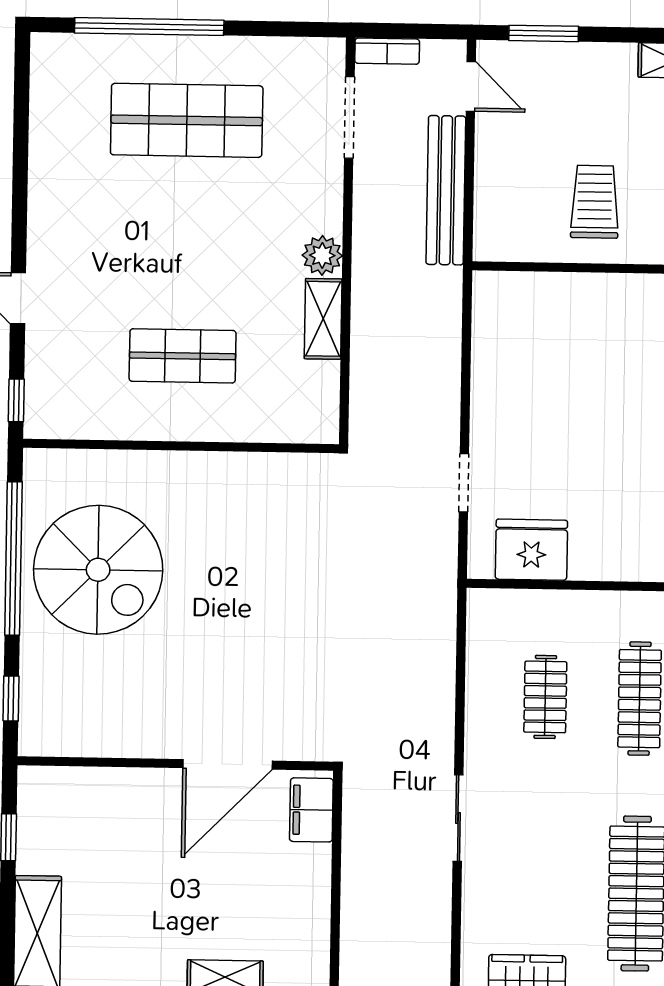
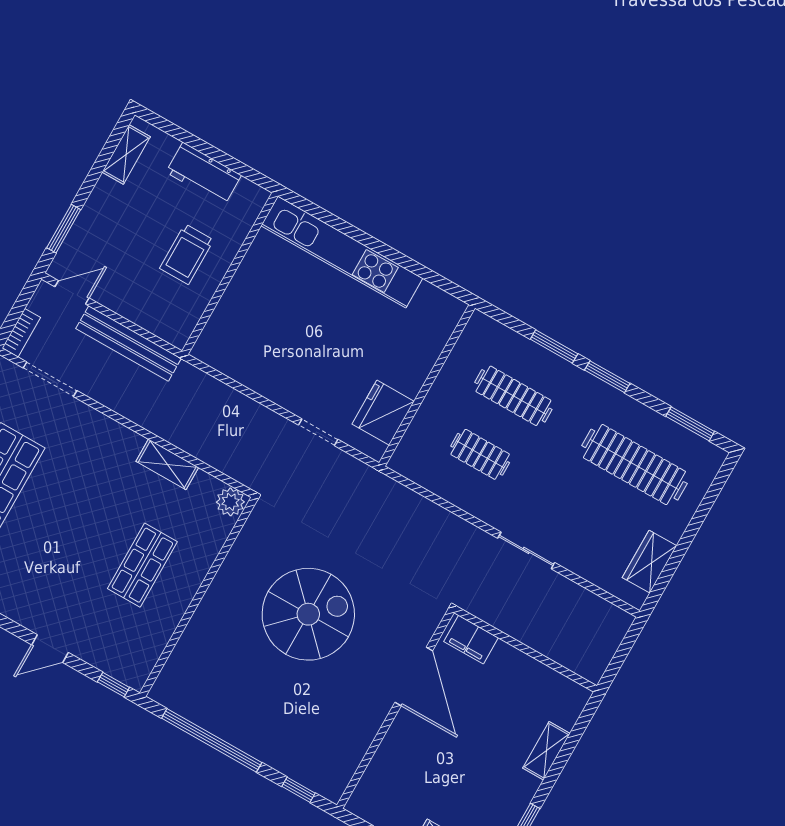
trolley: (595, 202) -> (187, 254), turned -90
plant: (322, 255) -> (230, 502), moved
spiral stairs: (98, 570) -> (308, 614), moved

